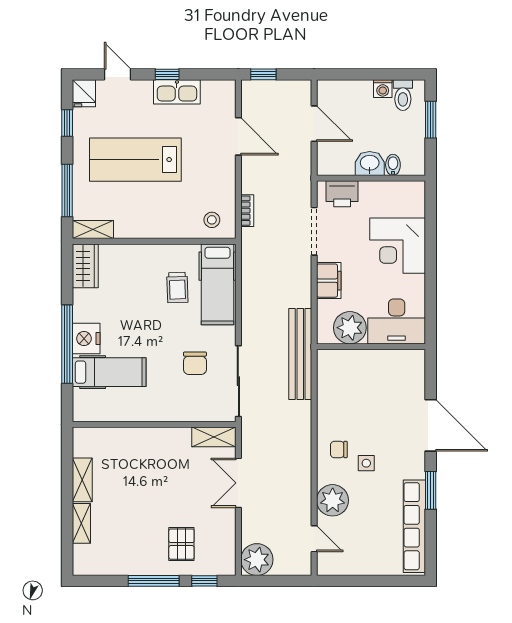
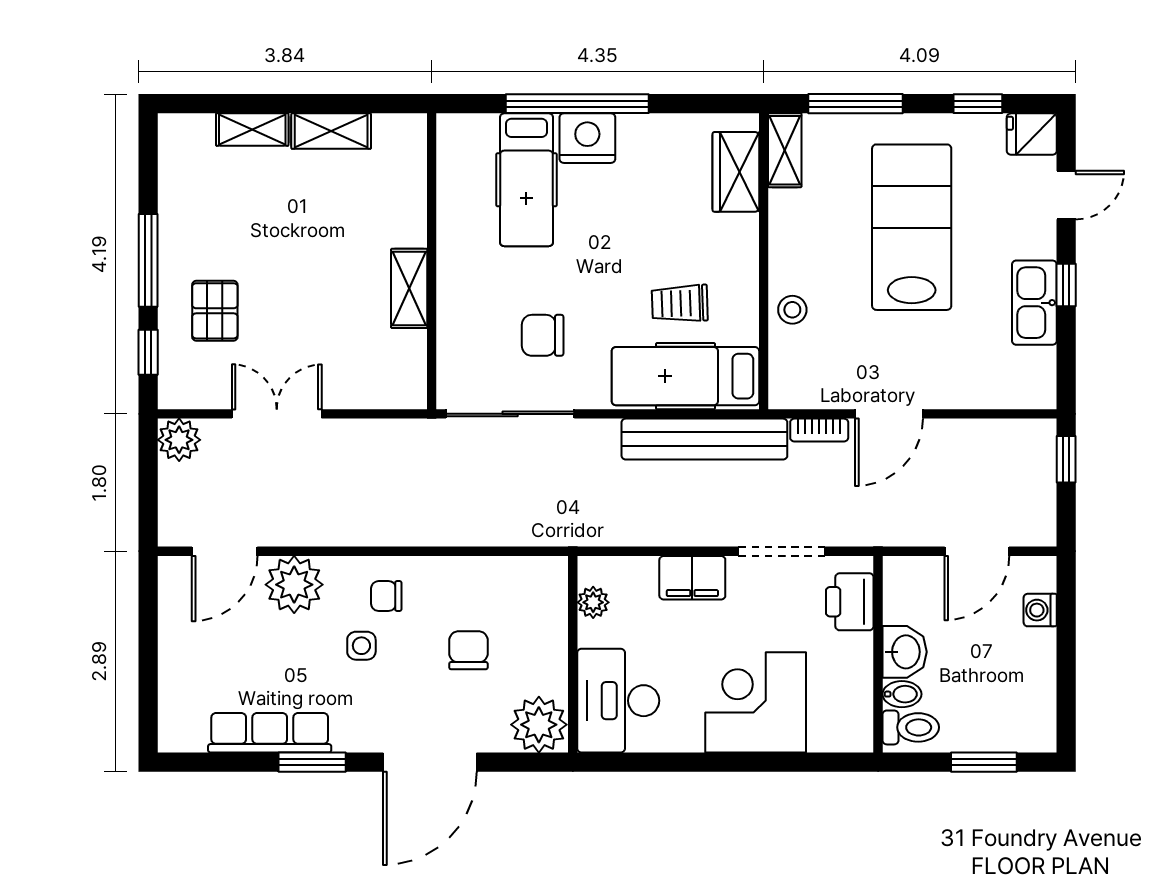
washing machine: (383, 89) -> (1040, 610), moved
toilet: (403, 95) -> (911, 727), moved, turned 180
door: (238, 136) -> (889, 414), moved
stool: (212, 220) -> (792, 310), moved
wardrobe: (85, 266) -> (736, 172), moved, turned 90
plant: (350, 328) -> (593, 602), width x0.53, depth x0.53
bench: (300, 354) -> (704, 439), moved
plant: (410, 365) -> (539, 725), added
chair: (369, 404) -> (468, 650), added
shelving: (214, 437) -> (409, 288), moved
chair: (339, 449) -> (386, 596), turned -90
double door: (238, 483) -> (277, 414), moved
row of seats: (414, 526) -> (270, 733), width x0.73
door: (314, 539) -> (225, 551), width x1.38
pallet: (181, 544) -> (215, 311), turned 90
plant: (257, 560) -> (179, 440), width x0.73, depth x0.73

